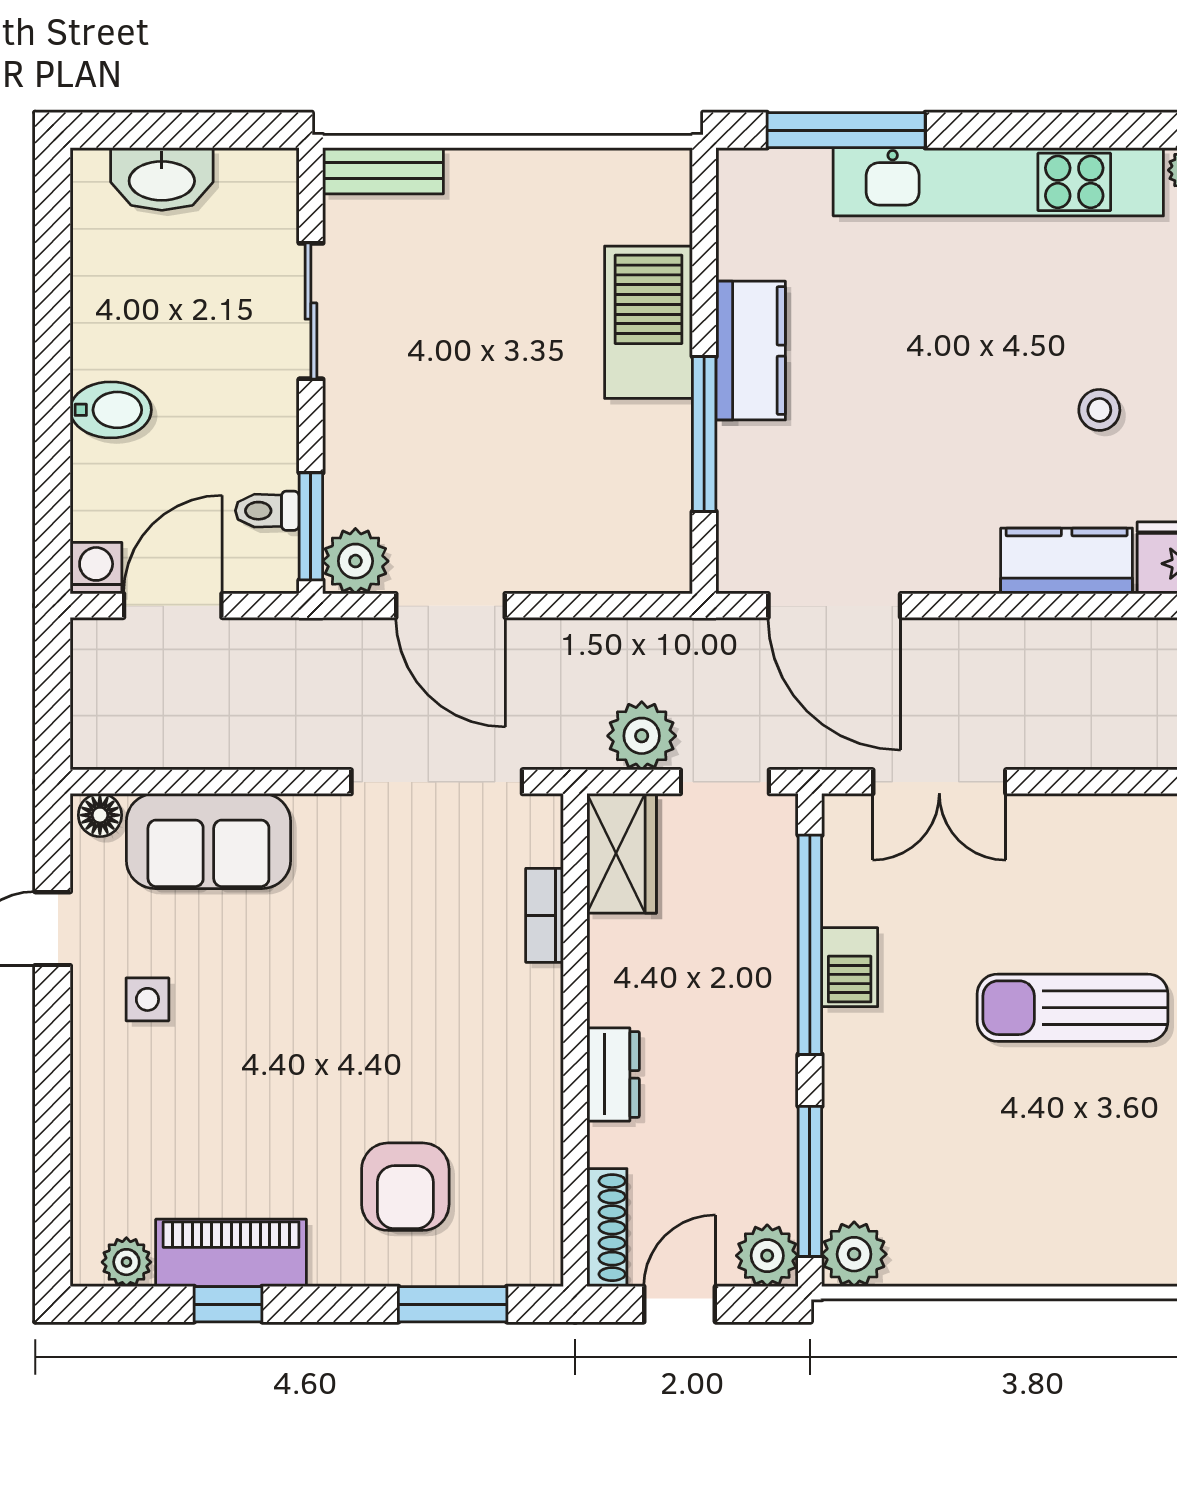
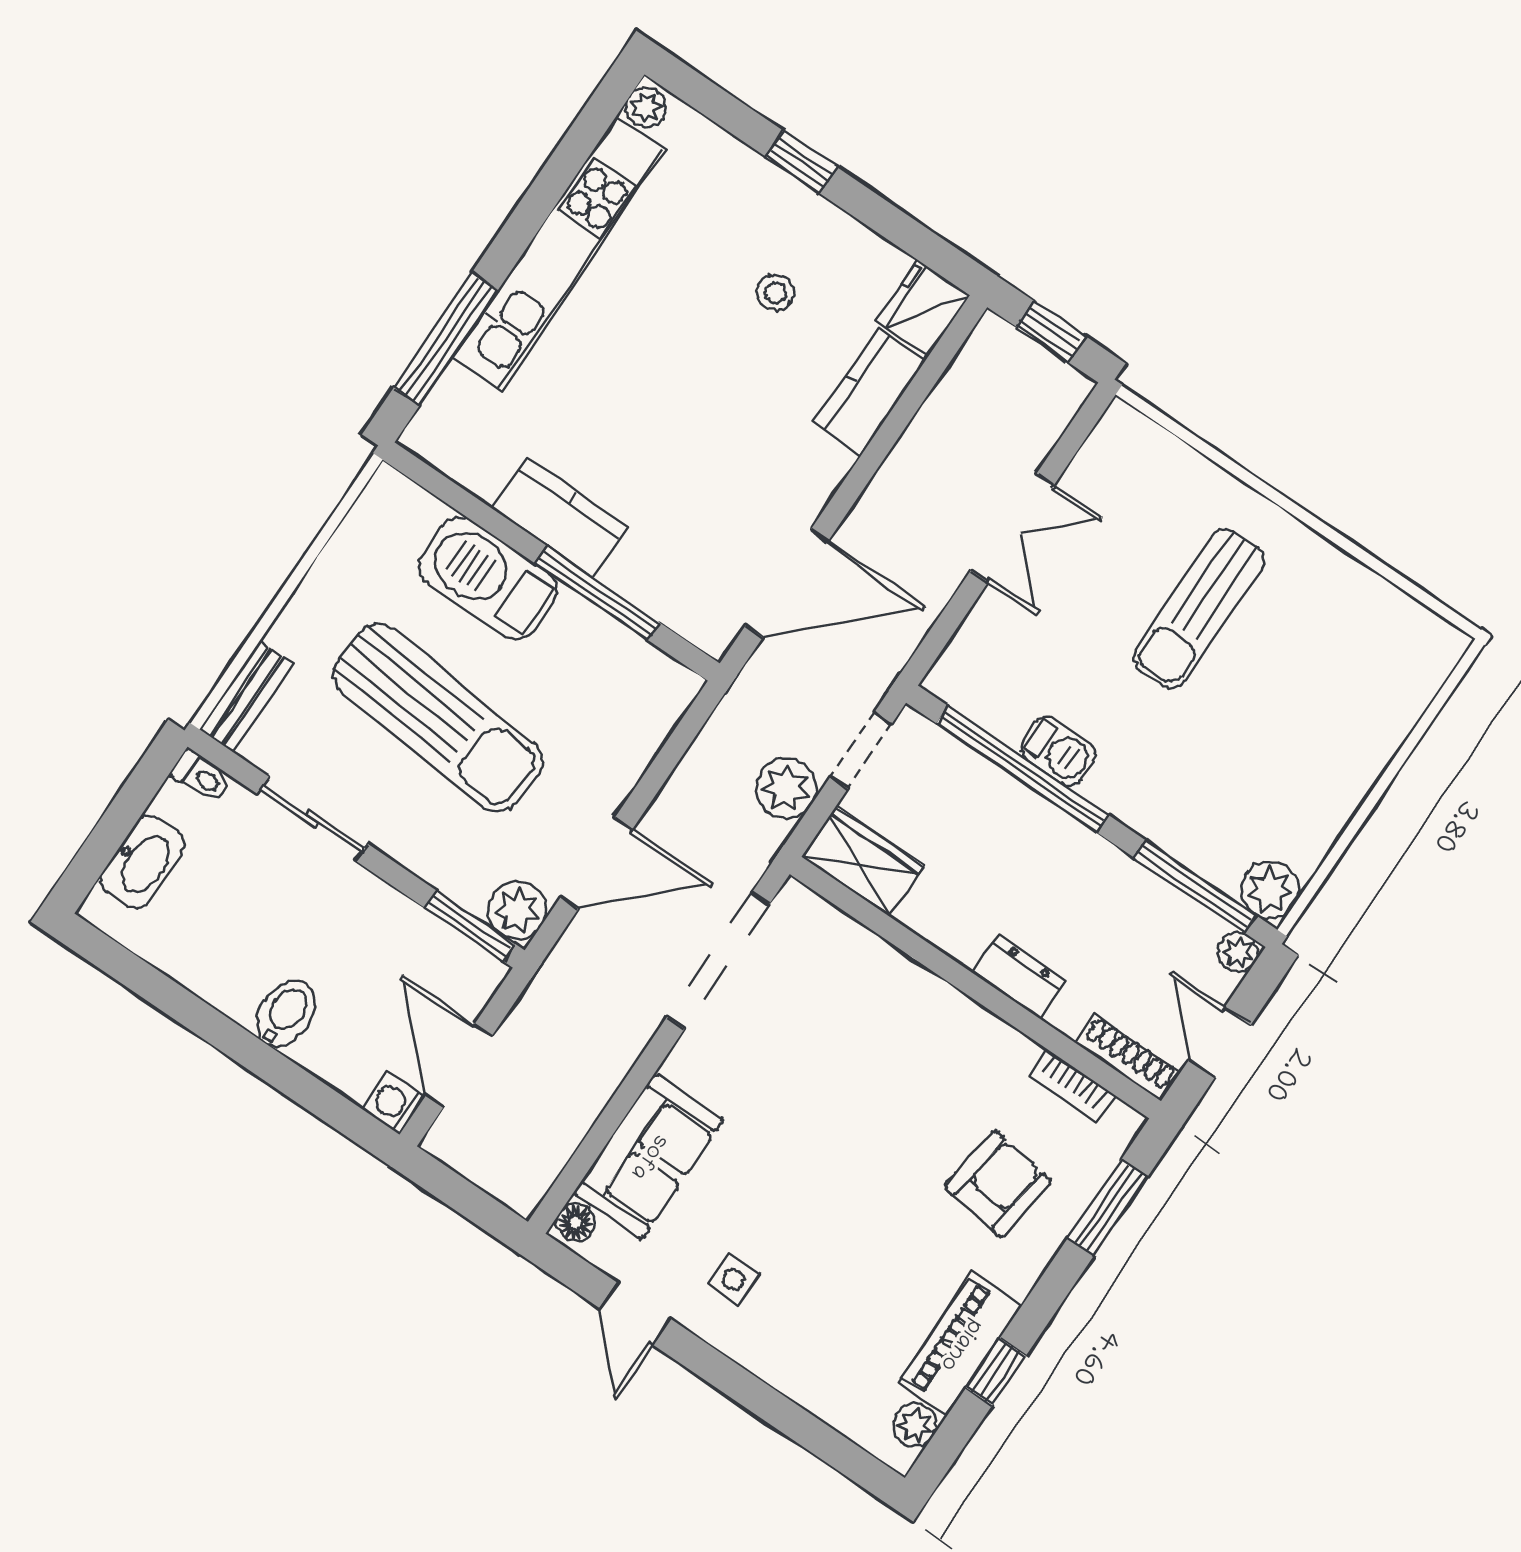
sun lounger: (486, 364) -> (438, 718), added
toilet: (267, 511) -> (201, 777), moved, turned -90
double door: (939, 782) -> (1012, 528), moved
bookcase: (545, 915) -> (1072, 1086), moved
armchair: (405, 1187) -> (998, 1184), turned -82
plant: (767, 1256) -> (1238, 952), width x0.73, depth x0.73

